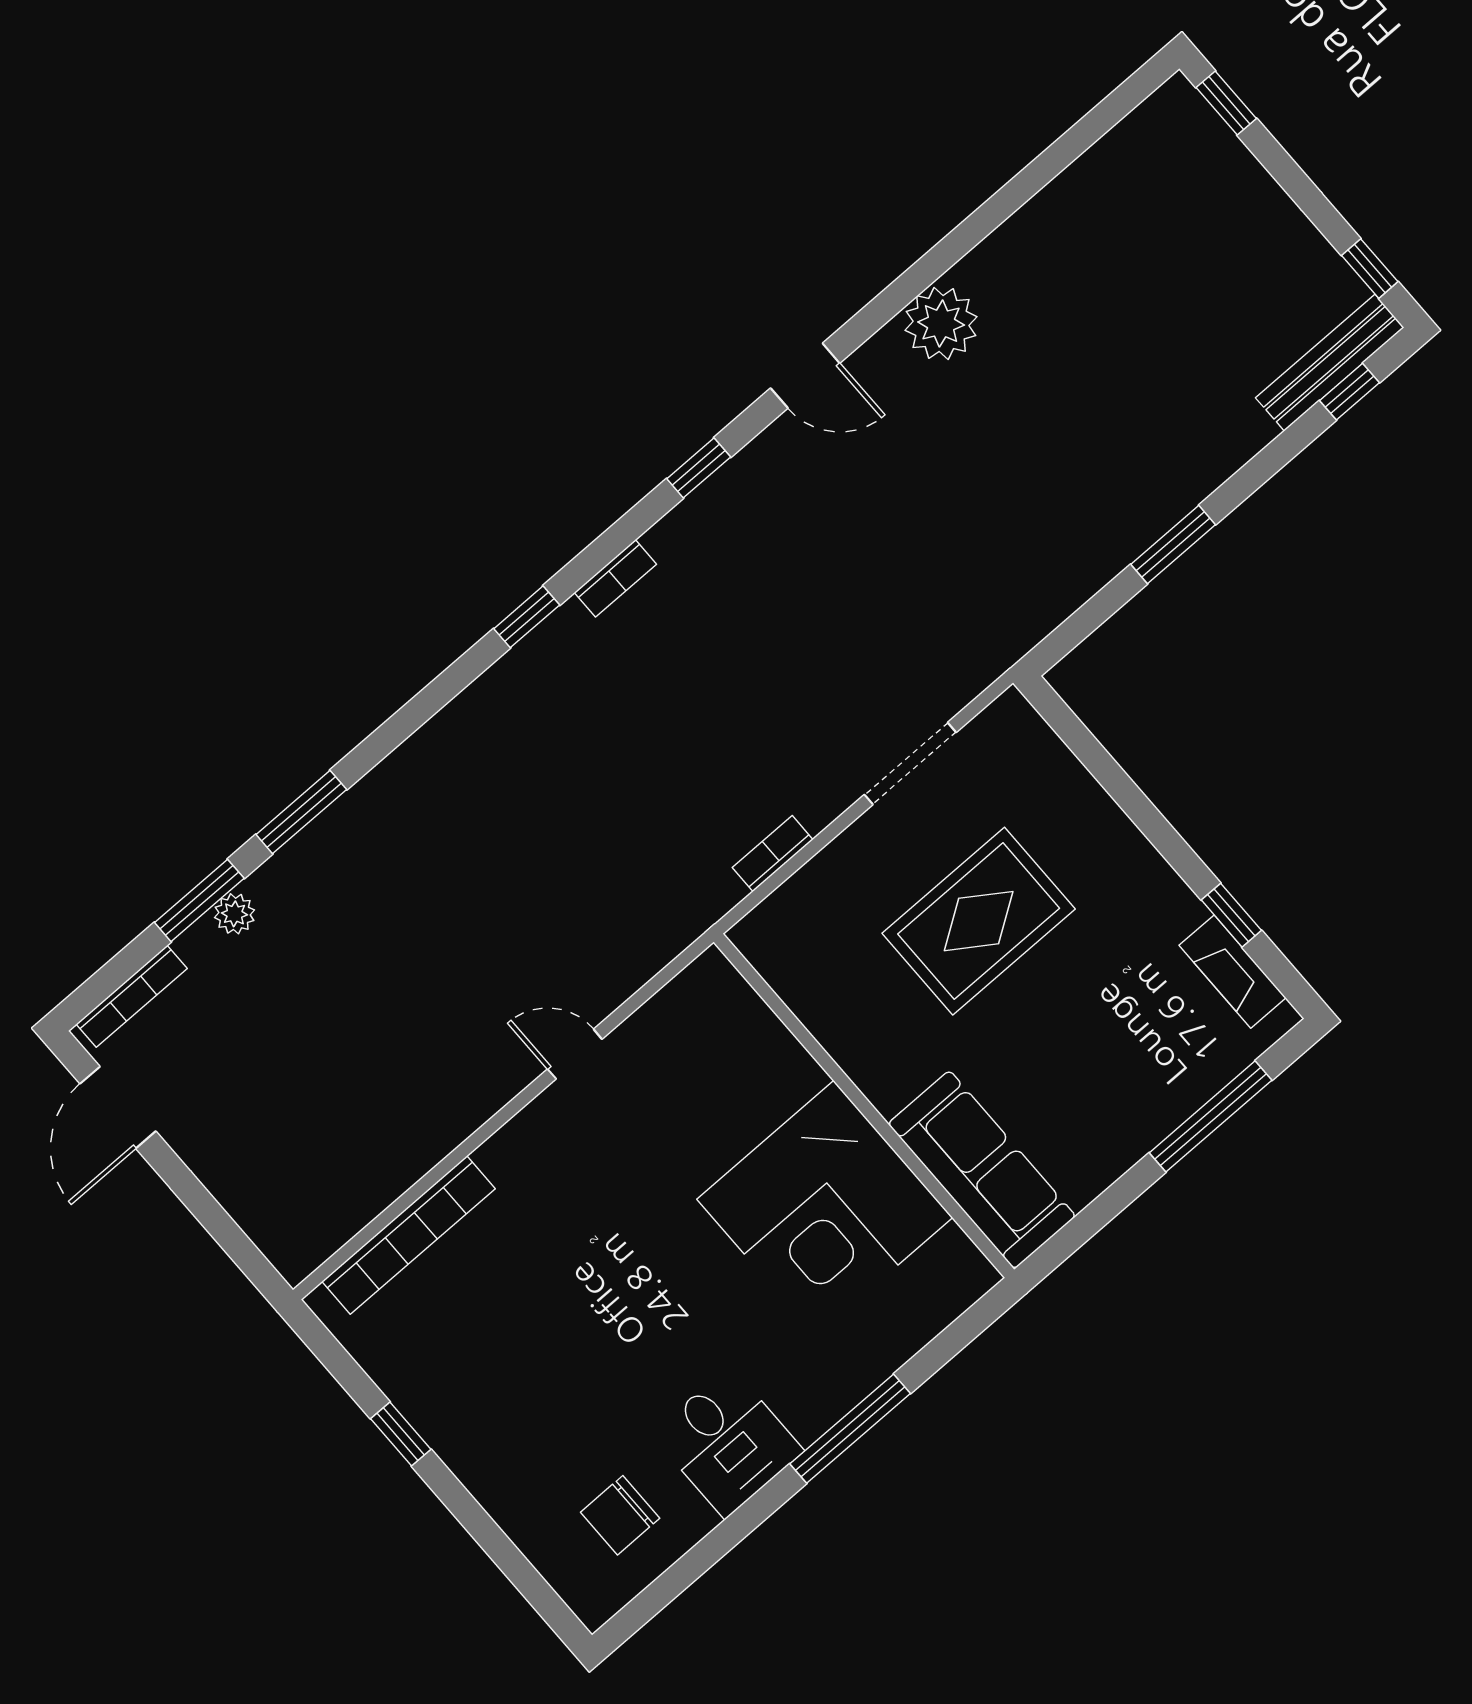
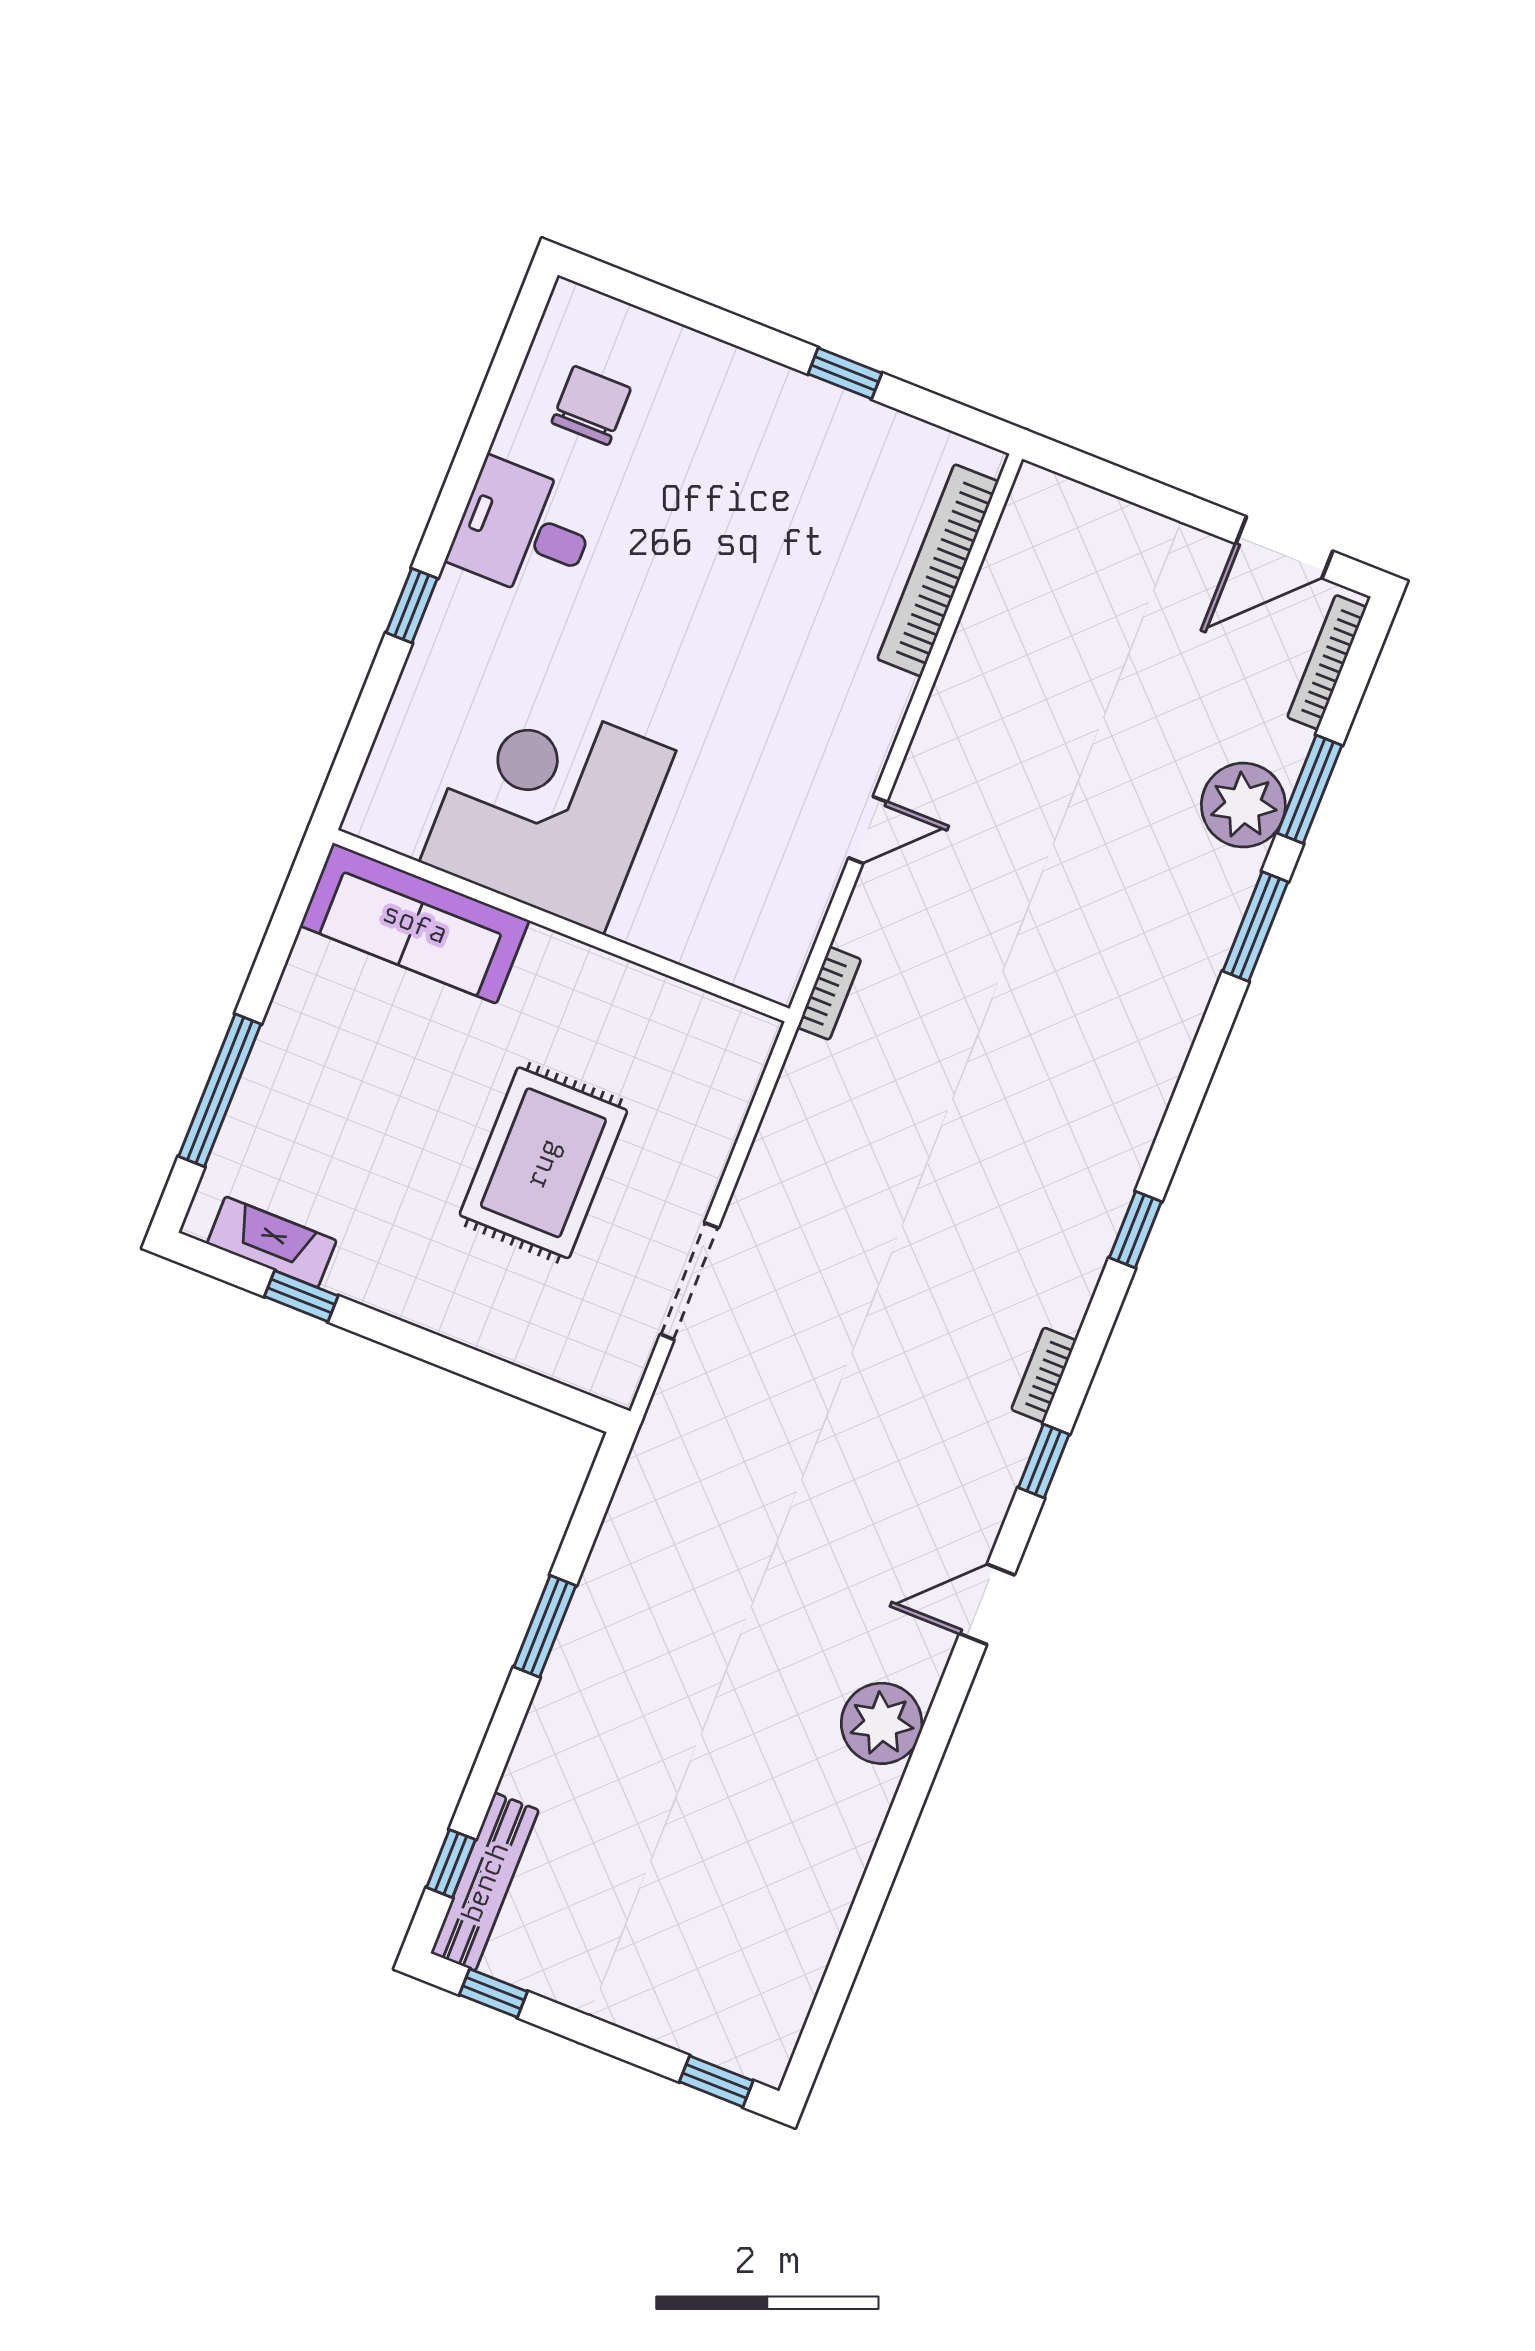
bookcase: (615, 578) -> (1044, 1375), moved
bookcase: (773, 854) -> (829, 993), moved
plant: (234, 914) -> (1243, 805), width x1.87, depth x1.87
door: (118, 1107) -> (1284, 547), swing flipped
window: (850, 1429) -> (412, 606), width x0.46

